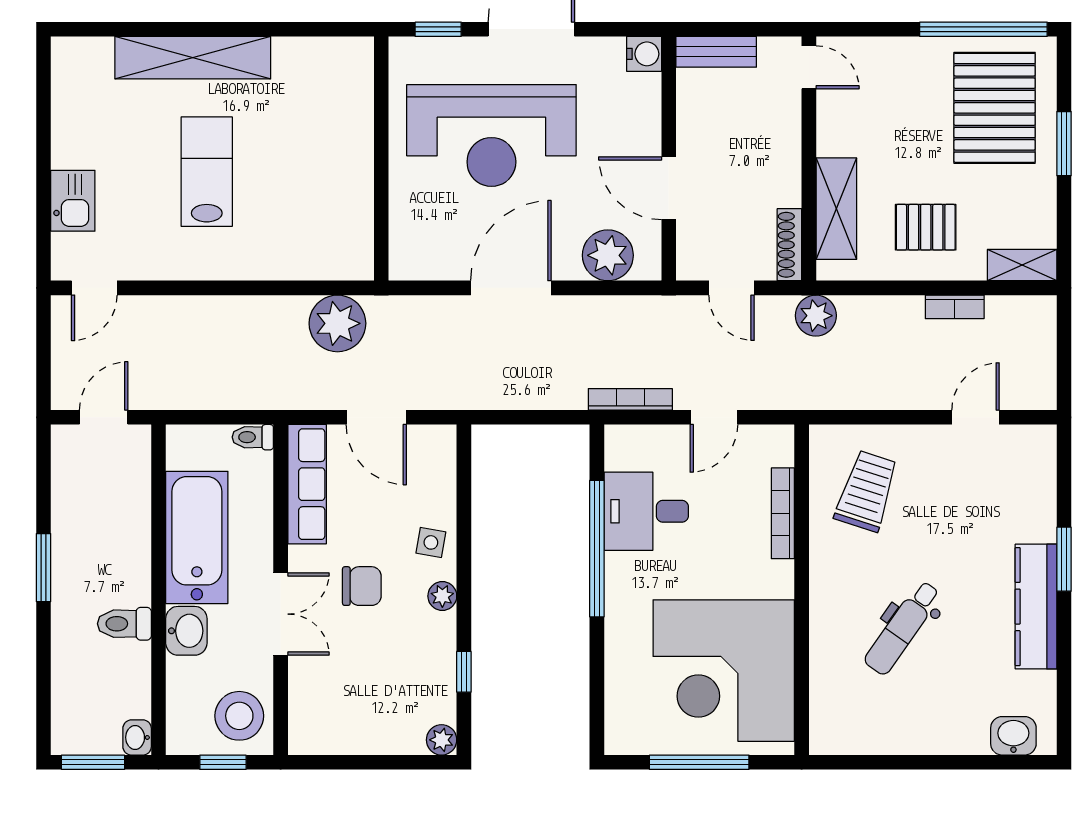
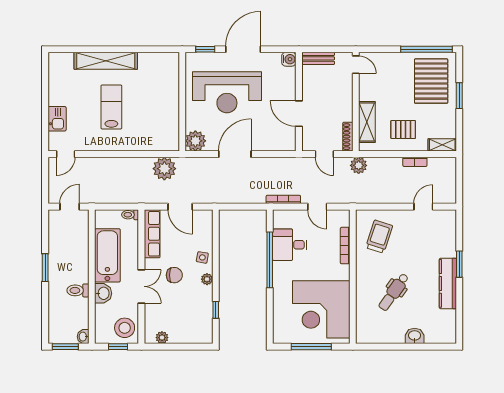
plant: (608, 255) -> (195, 141), moved
door: (714, 417) -> (317, 207), hinge flipped
washbasin: (1013, 736) -> (415, 336), moved
plant: (442, 740) -> (162, 338), moved

